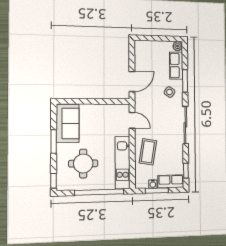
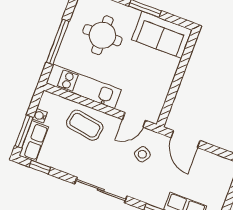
side table: (170, 92) -> (142, 154), moved
window: (157, 191) -> (24, 132), moved
window: (99, 192) -> (58, 42), width x0.68

